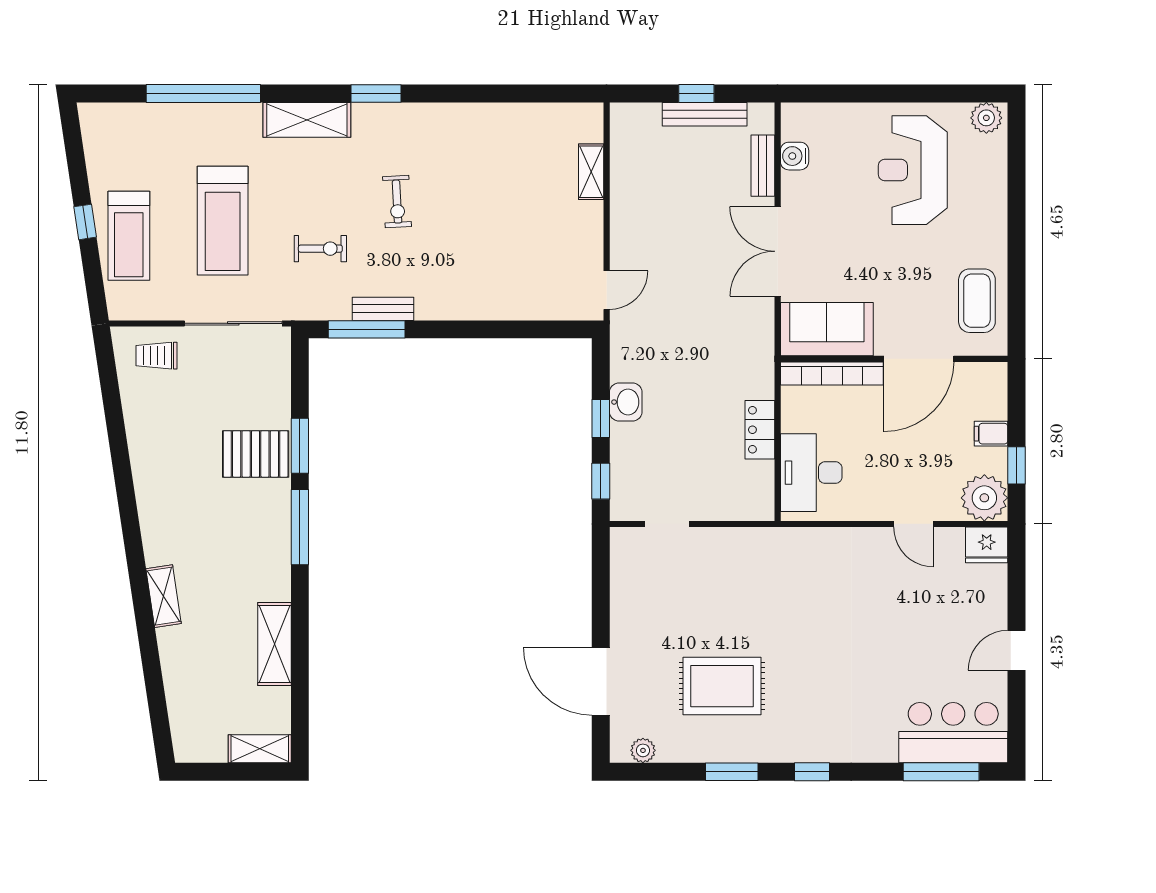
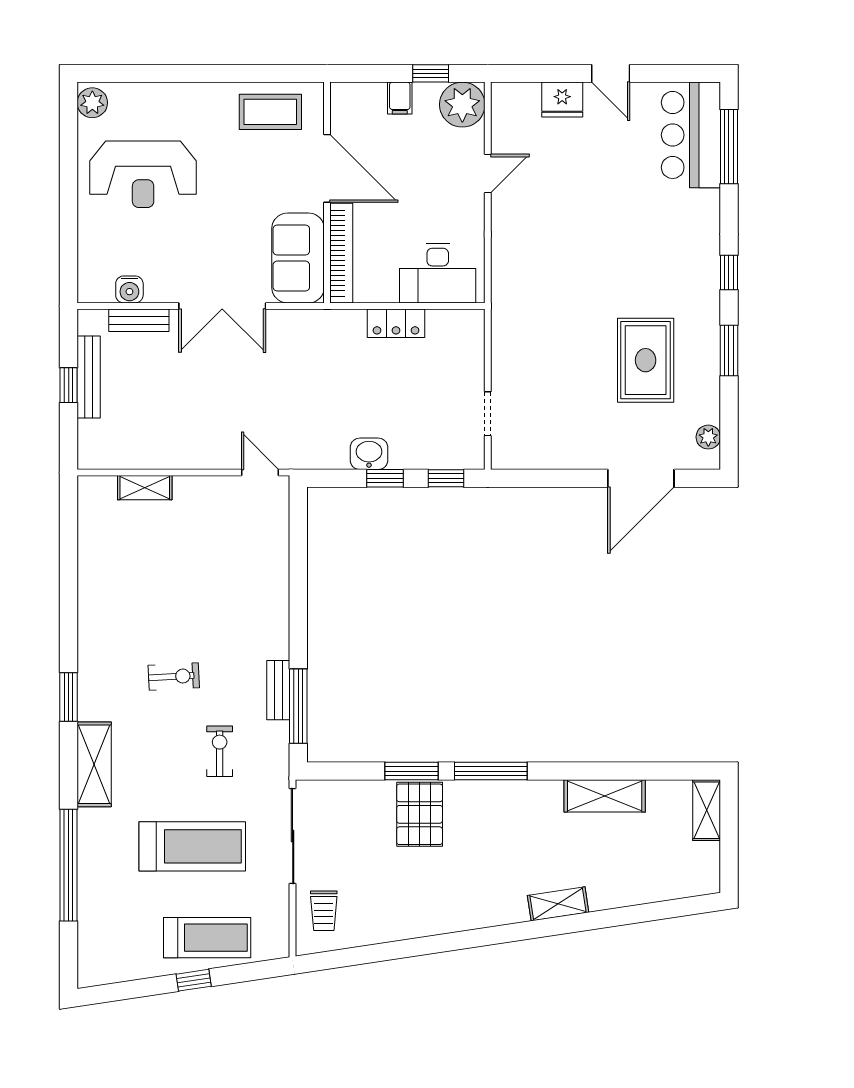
fridge: (987, 545) -> (562, 100), moved, turned 90

